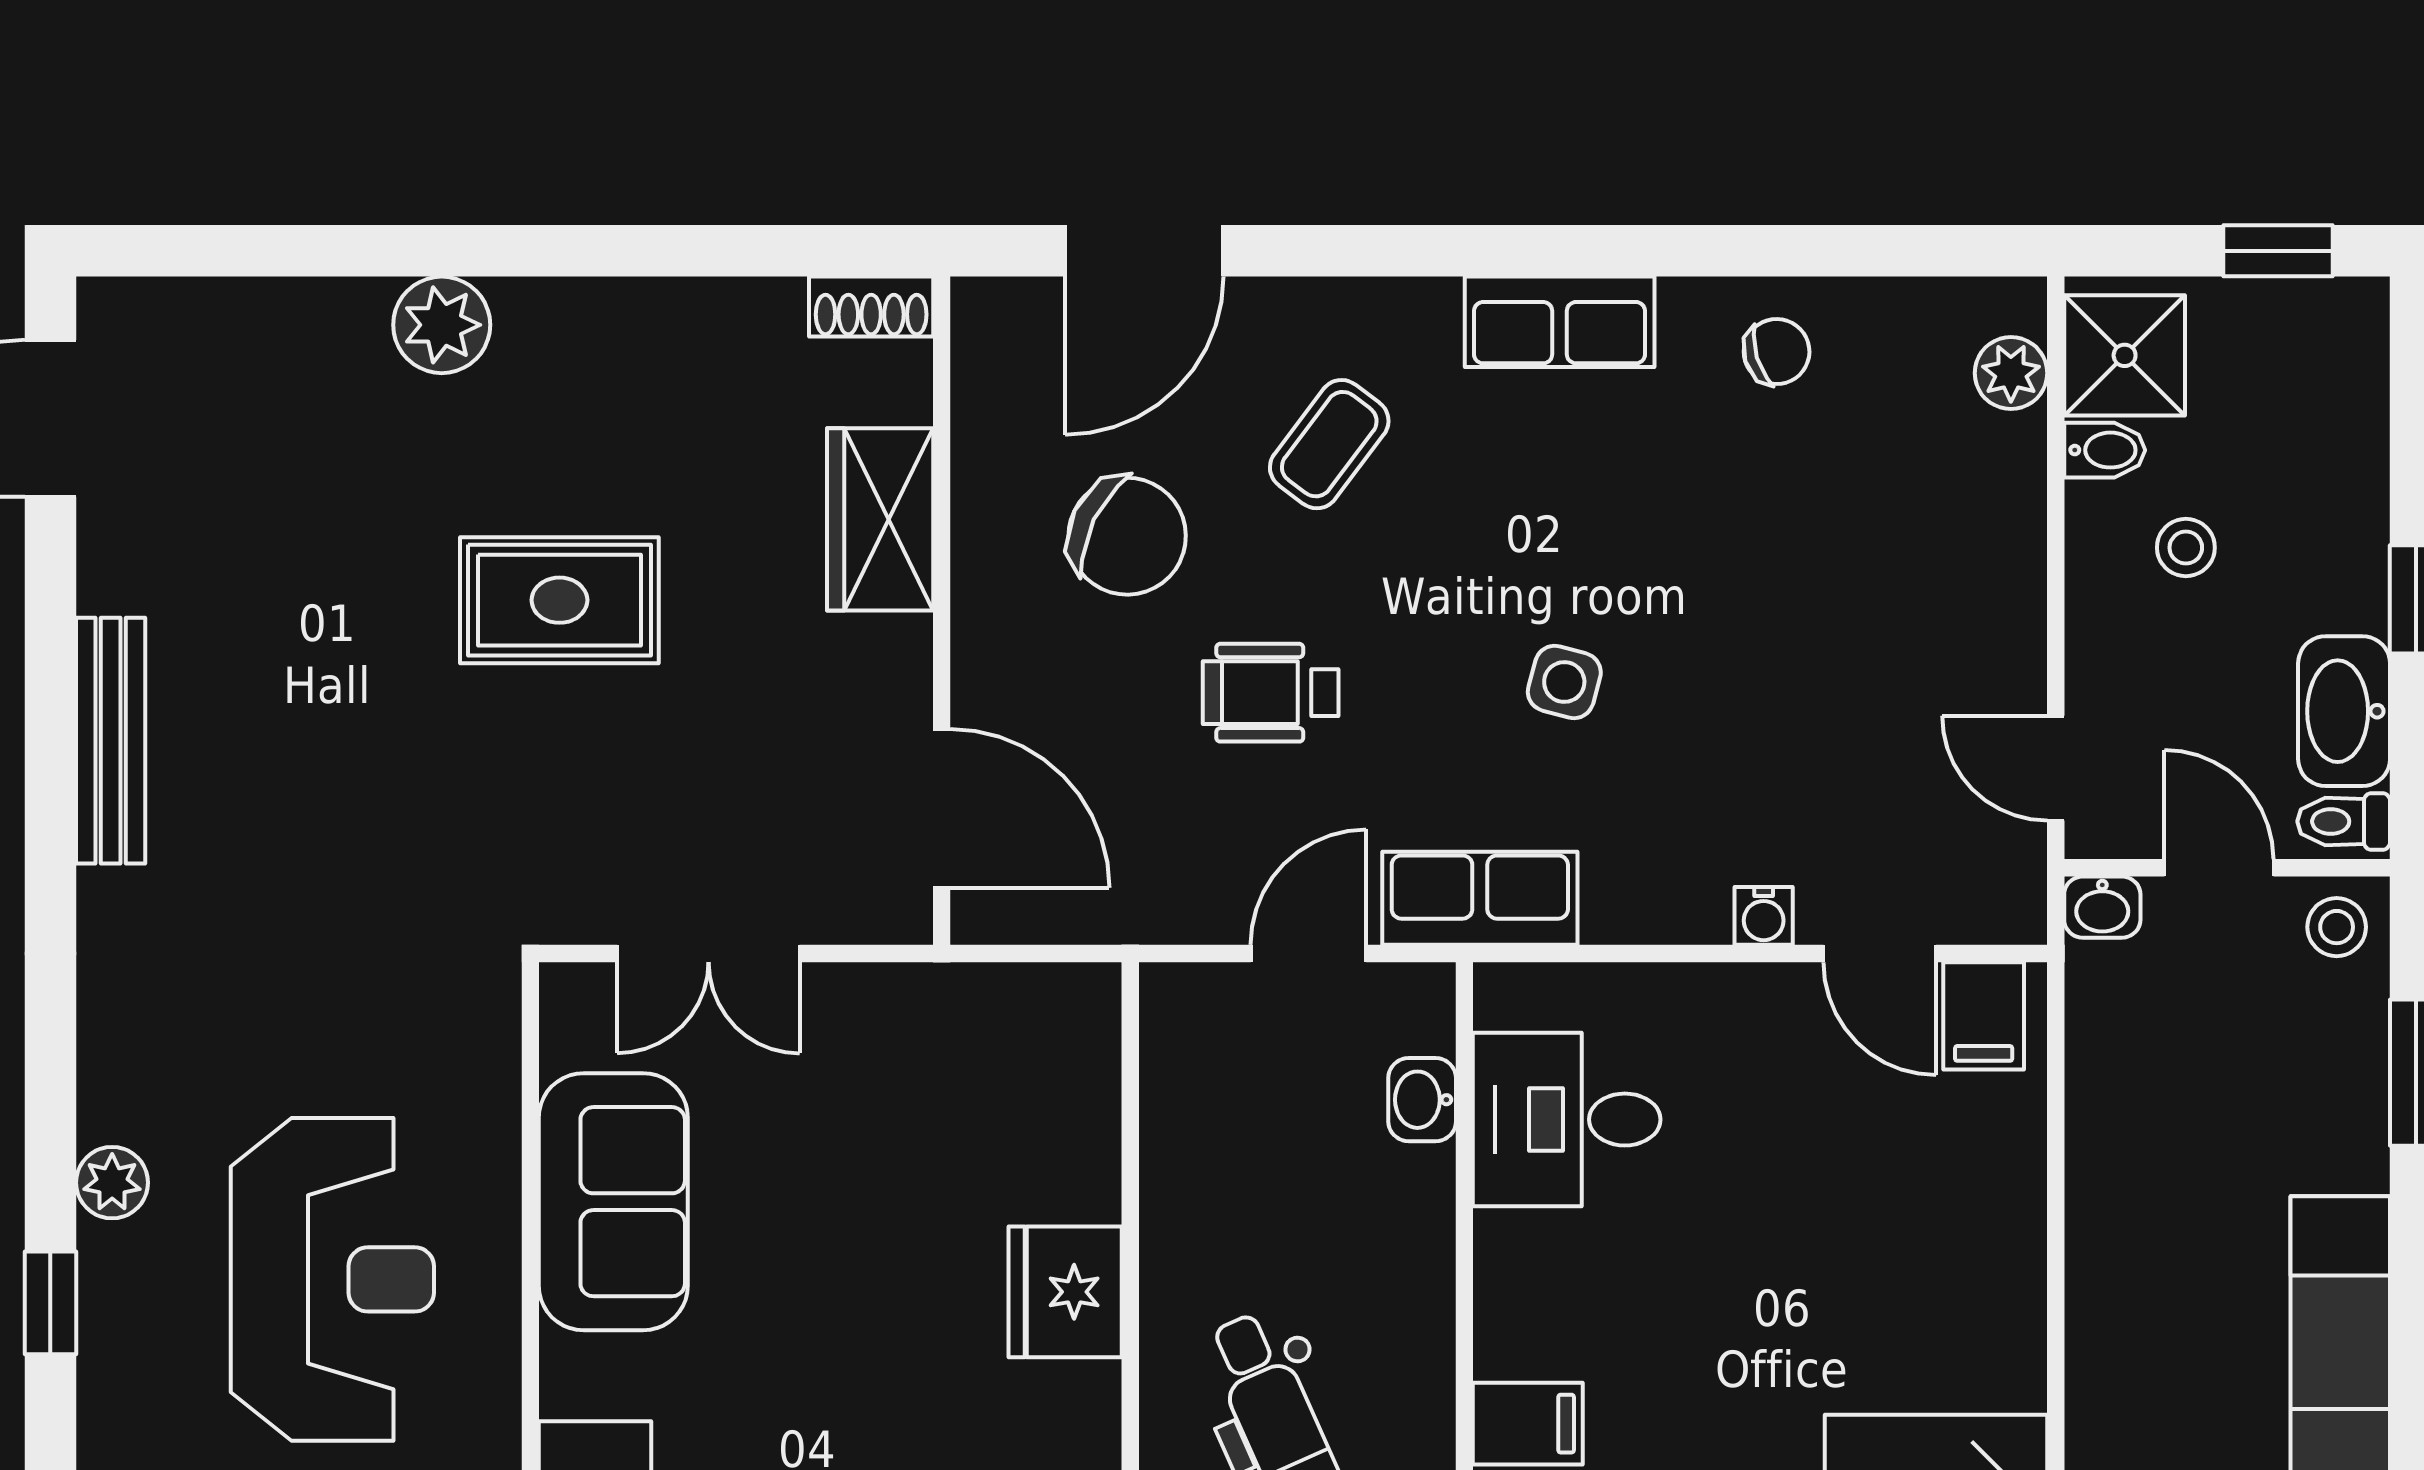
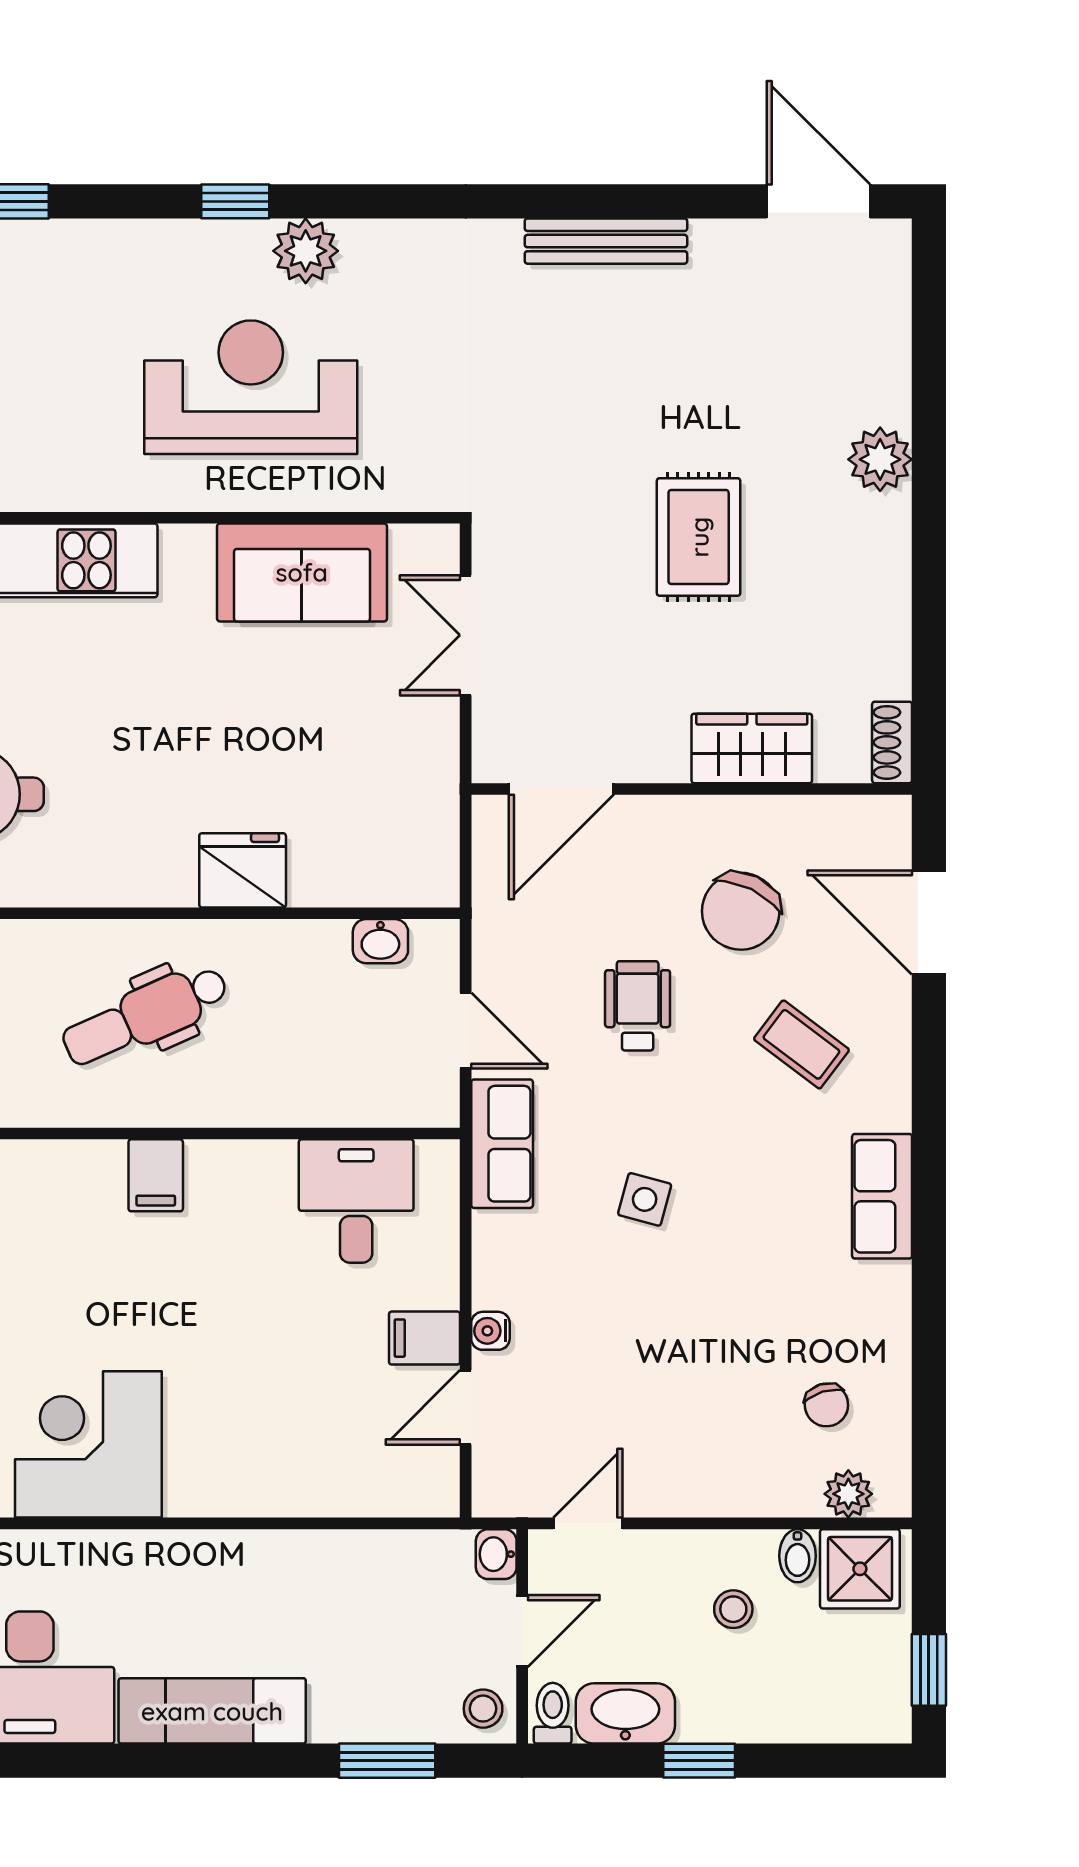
chair: (1777, 352) -> (826, 1405), moved
filing cabinet: (1984, 1016) -> (425, 1338), moved
washbasin: (1422, 1100) -> (380, 941), moved, turned 180
plant: (112, 1183) -> (306, 251), width x1.38, depth x1.38
reception desk: (332, 1279) -> (251, 387), turned 180

